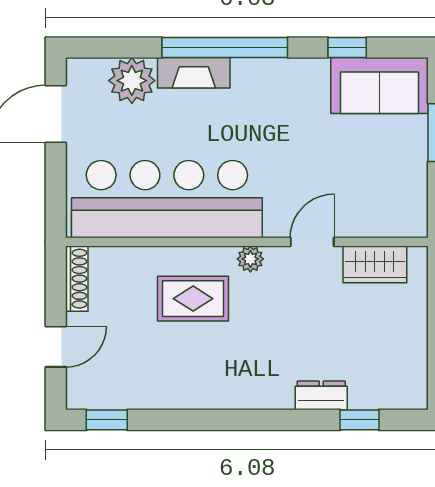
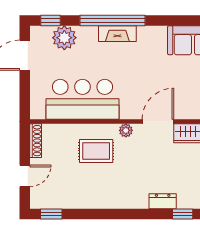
window: (347, 47) -> (50, 21), moved
fireplace: (194, 73) -> (117, 34), moved
bar counter: (167, 199) -> (82, 99), width x0.73
door: (312, 242) -> (158, 122), width x1.38

